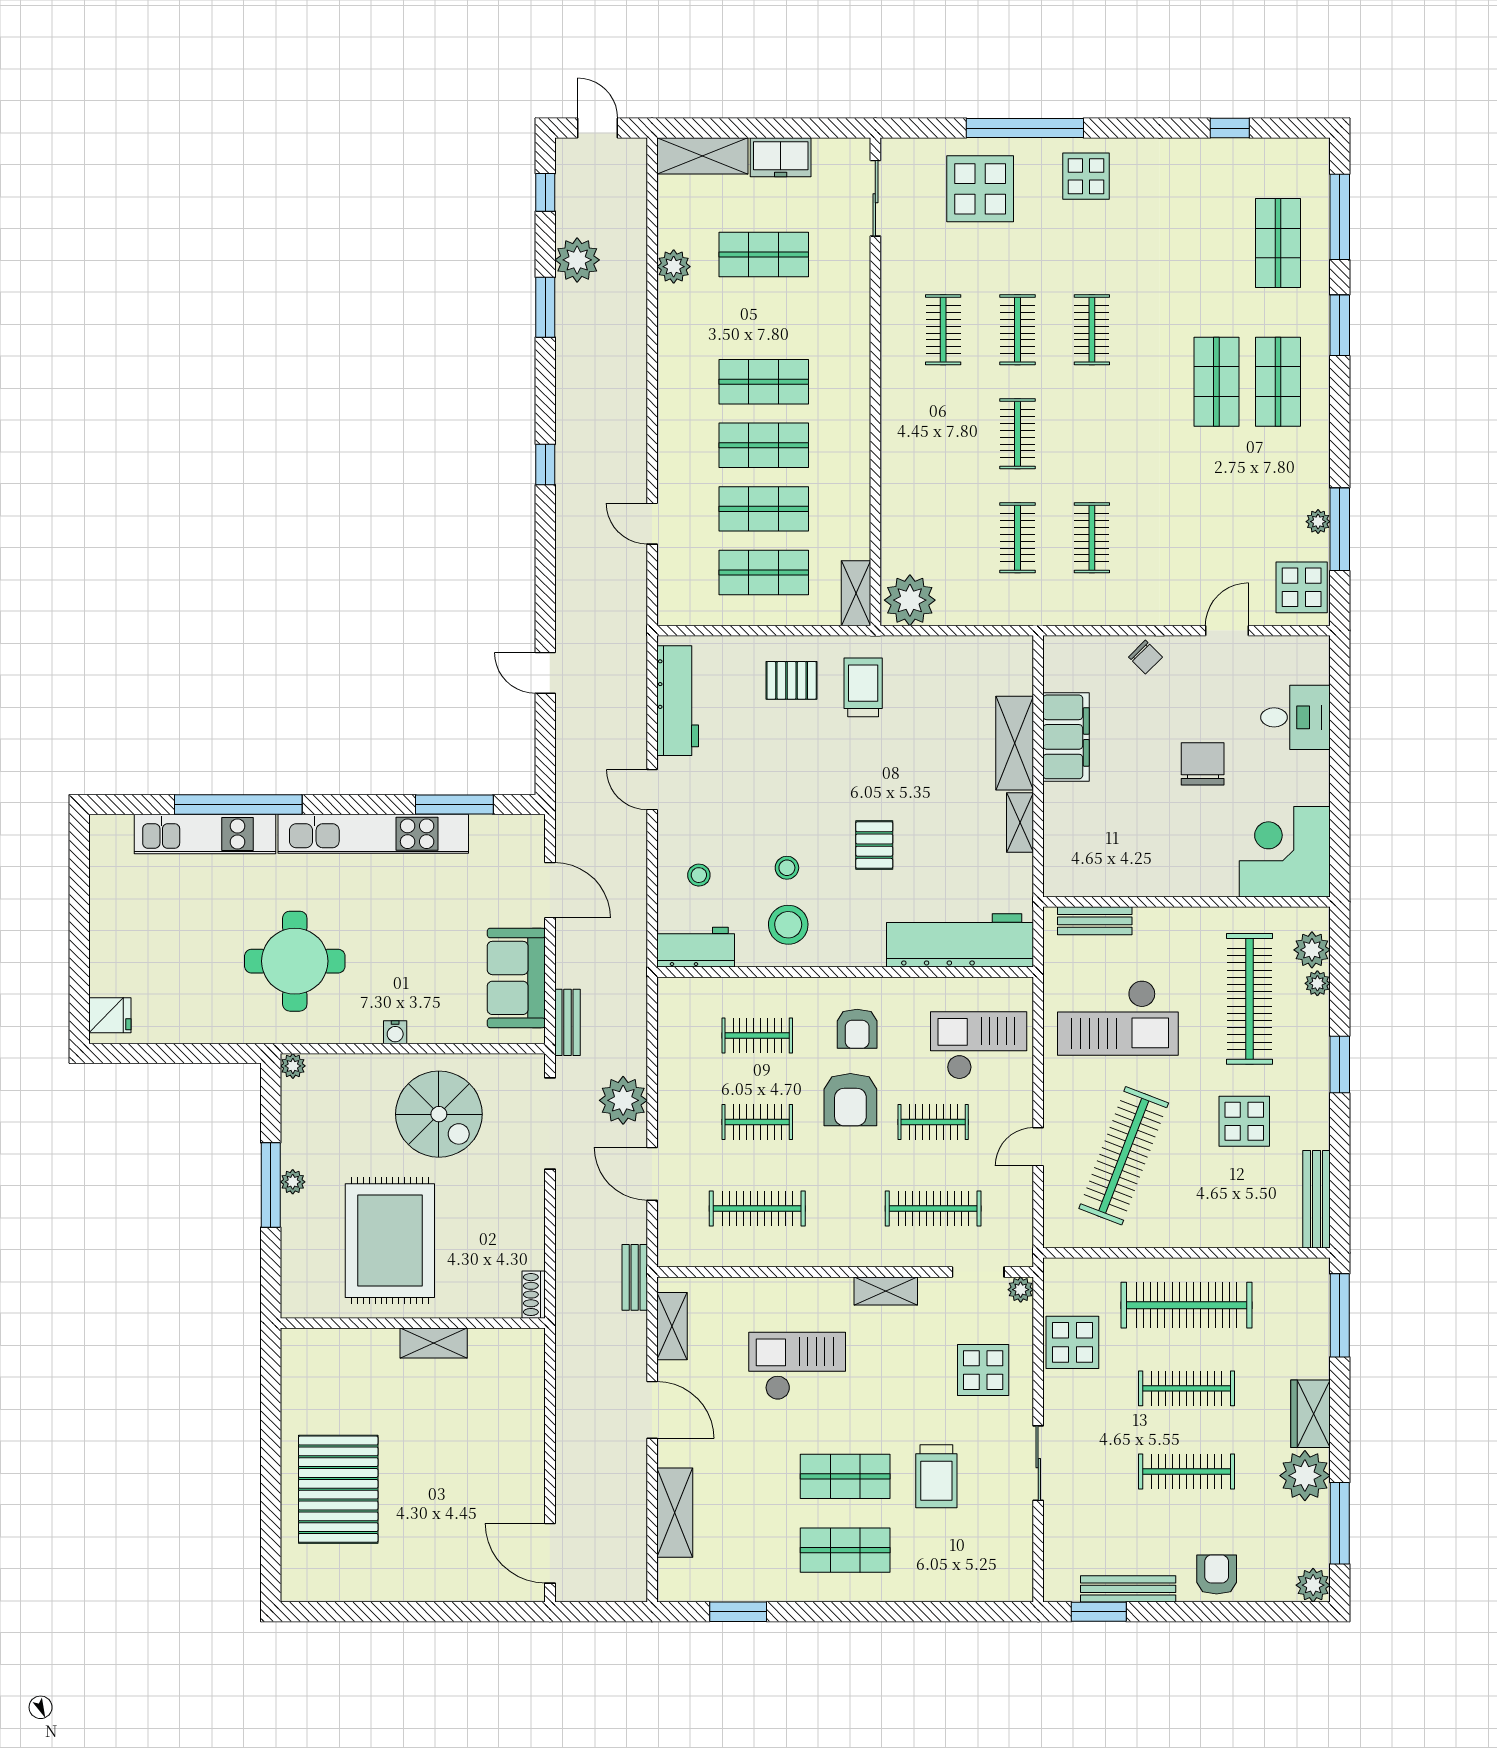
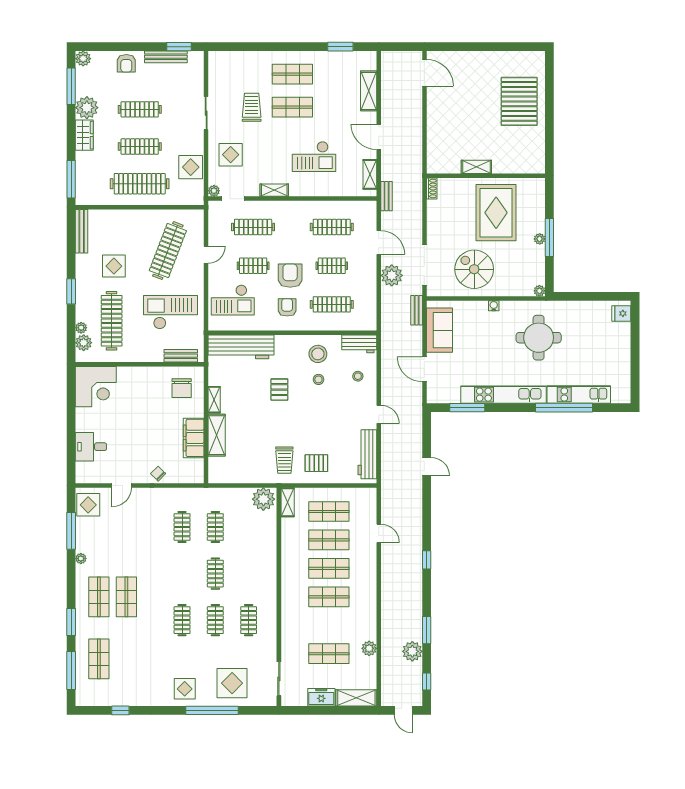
plant: (1318, 522) -> (81, 559), moved
chair: (1203, 764) -> (182, 388), moved
clothes rail: (757, 1036) -> (332, 304), width x1.36

